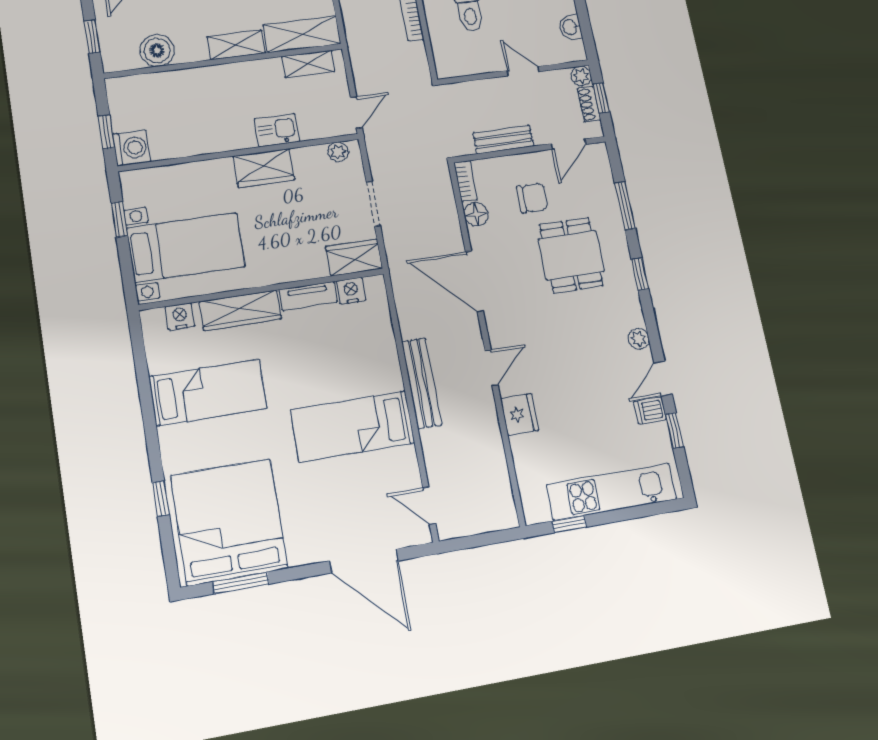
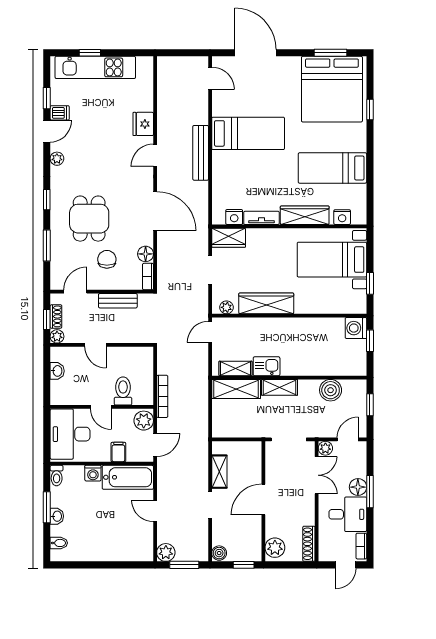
kitchen sink: (277, 130) -> (267, 366), moved, turned 180
wardrobe: (264, 168) -> (266, 303), width x1.50
chair: (532, 198) -> (107, 259), turned 90
window: (569, 524) -> (90, 53), moved

